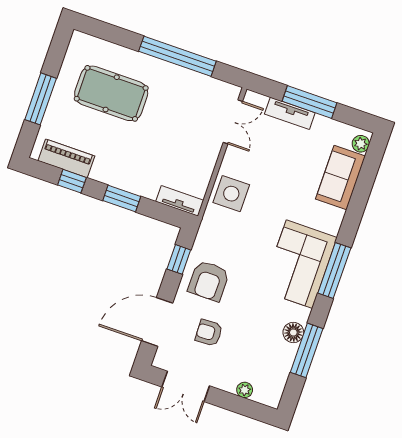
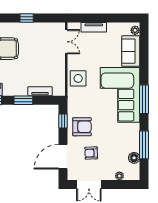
window: (177, 56) -> (27, 18), width x0.32
window: (310, 102) -> (102, 18), removed
tv unit: (180, 201) -> (40, 91), moved
corner sofa: (299, 264) -> (120, 95), width x1.36, depth x1.36
armchair: (209, 281) -> (82, 127), turned -90
floor lamp: (293, 333) -> (134, 158), moved

